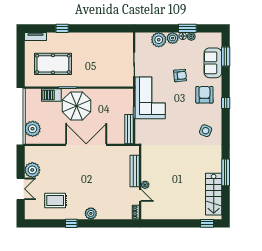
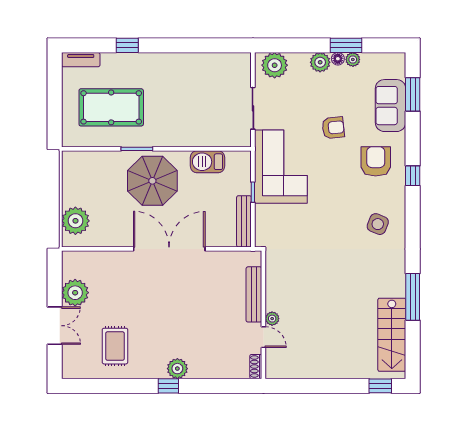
plant: (159, 40) -> (275, 65), moved
barbecue: (51, 95) -> (208, 162), moved
rug: (55, 201) -> (115, 346), turned 90
window: (71, 223) -> (168, 386), moved

